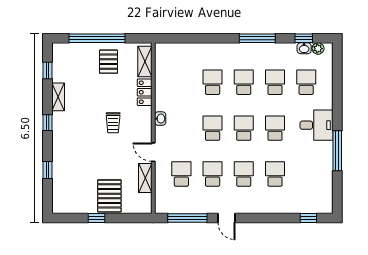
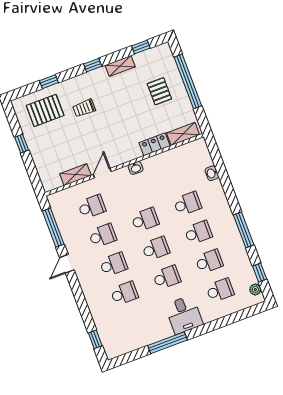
washbasin: (304, 48) -> (212, 173), moved
pallet: (109, 62) -> (159, 91), moved, turned 90
trolley: (113, 123) -> (84, 108), moved
pallet: (109, 196) -> (45, 110), moved

